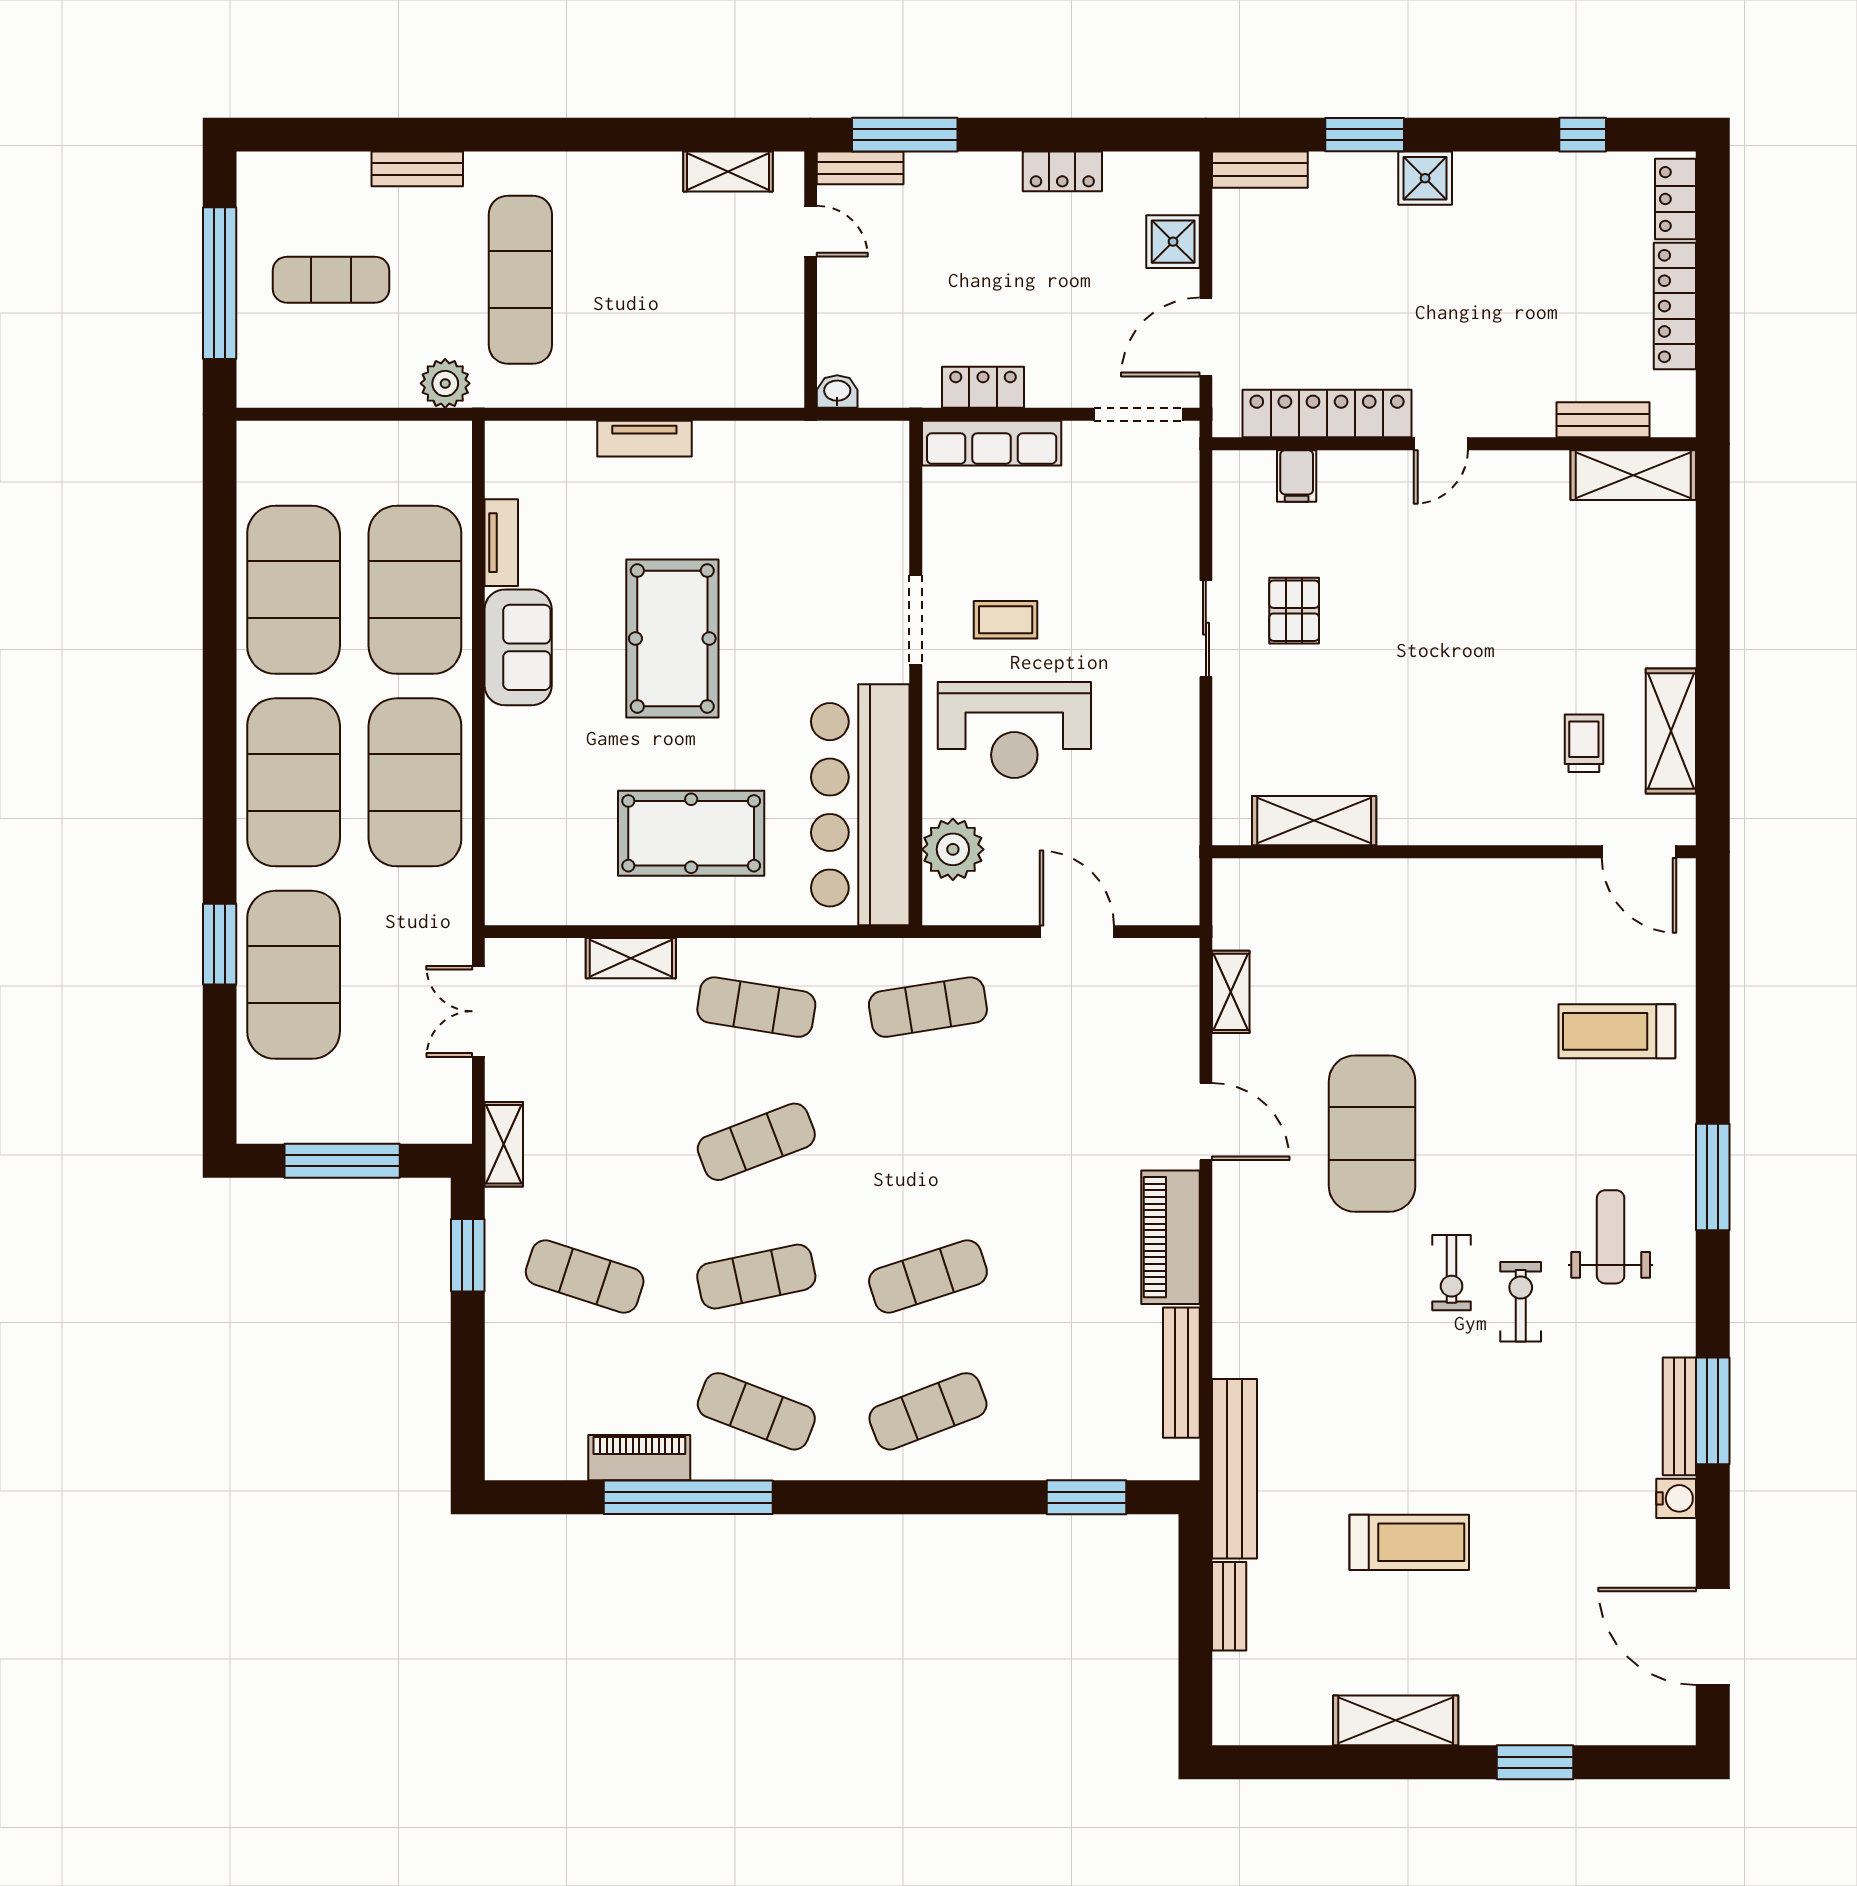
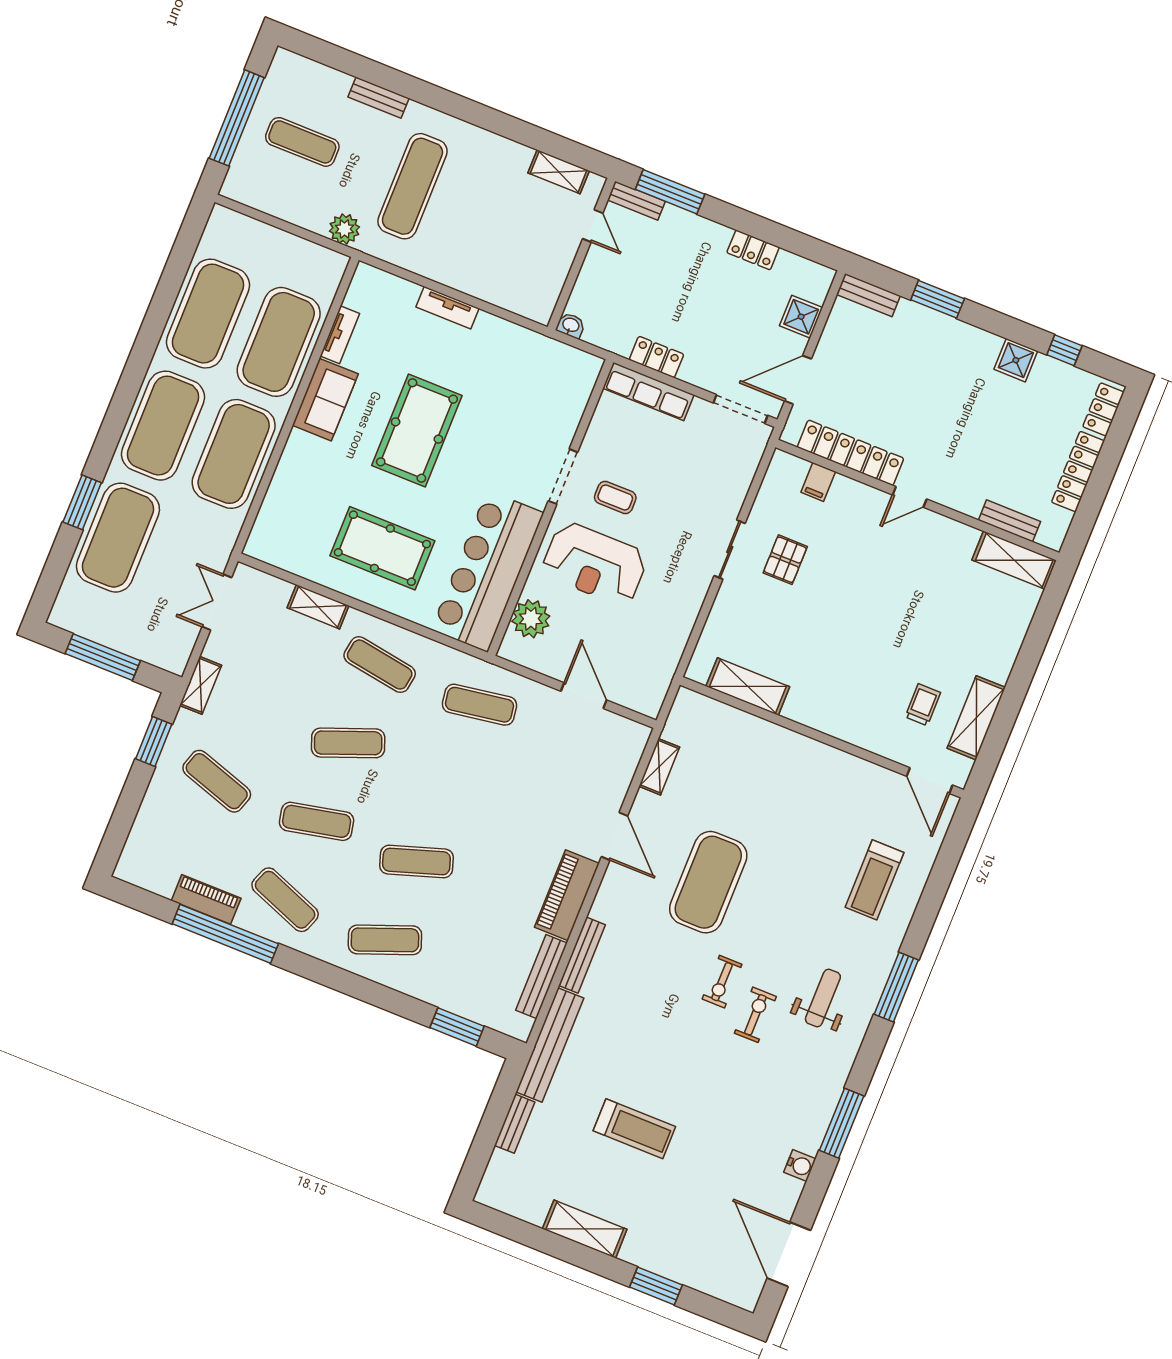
shower: (1425, 178) -> (1016, 360), moved
treadmill: (1617, 1031) -> (875, 880), turned -90
bench: (1679, 1416) -> (582, 955), moved

